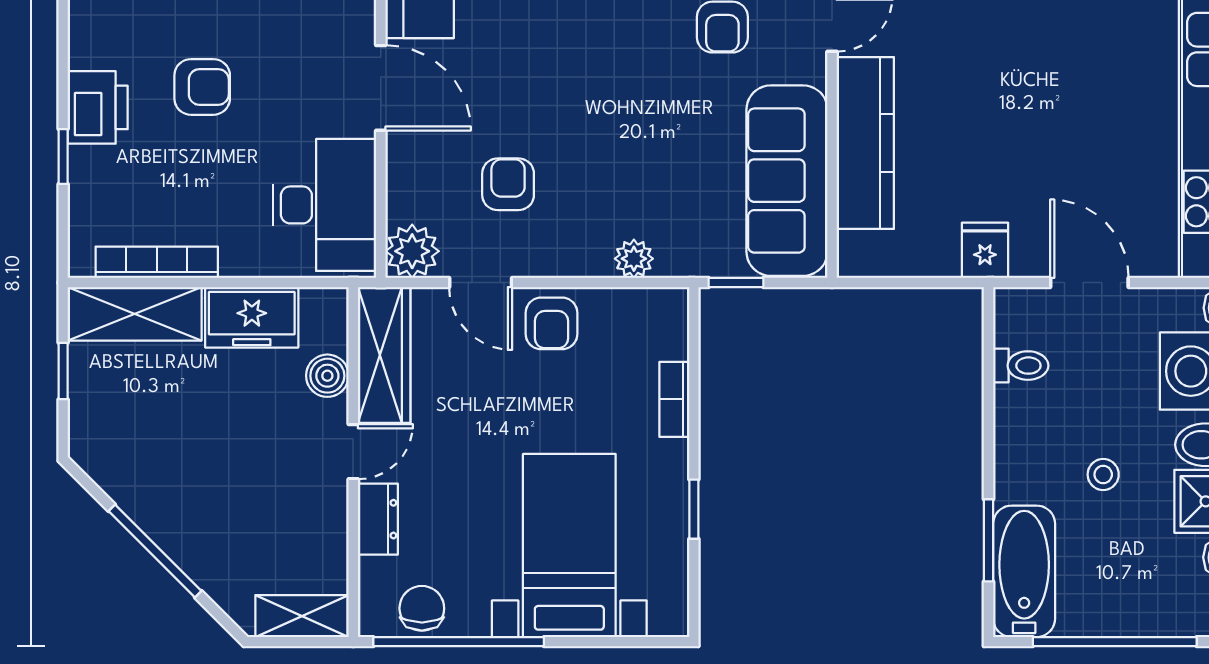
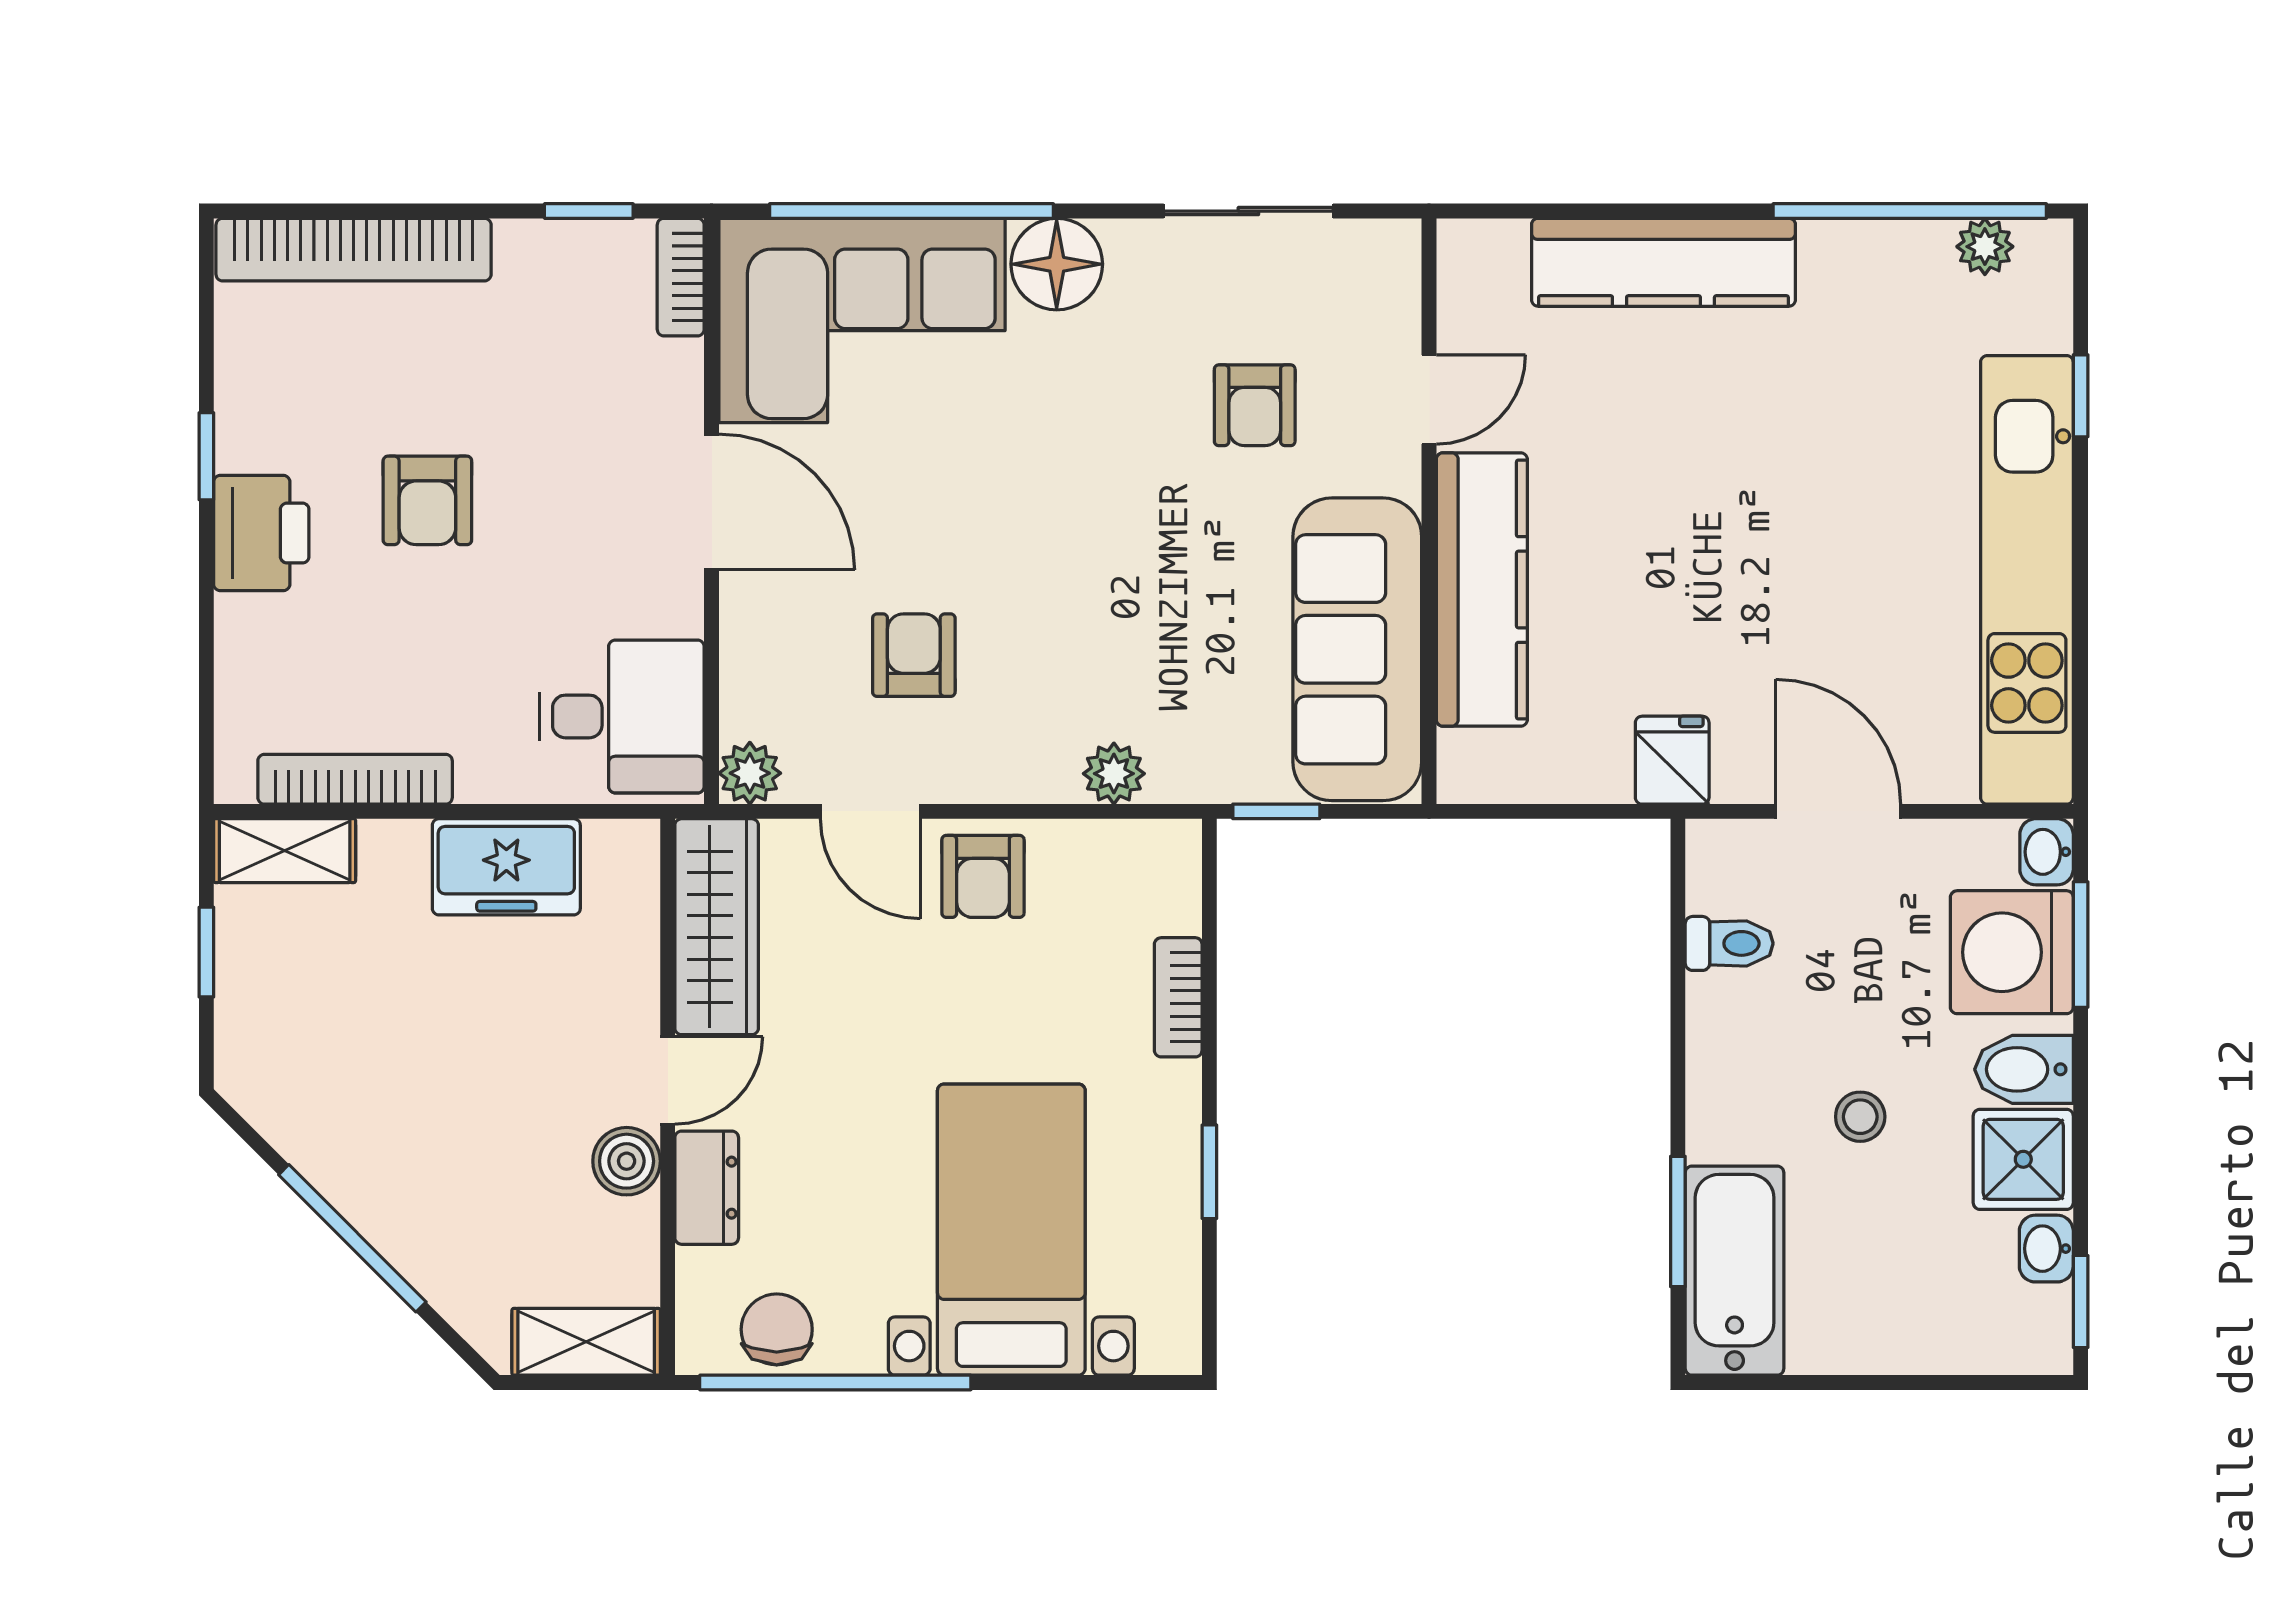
armchair: (202, 87) -> (427, 500), turned 90
window: (63, 156) -> (206, 456), moved
desk: (324, 205) -> (622, 716), width x0.73
plant: (412, 251) -> (750, 773), width x0.73, depth x0.73
shelving: (135, 314) -> (285, 851), width x0.67, depth x0.75
boiler: (327, 376) -> (627, 1161), moved
window: (1115, 642) -> (1879, 1382), removed

